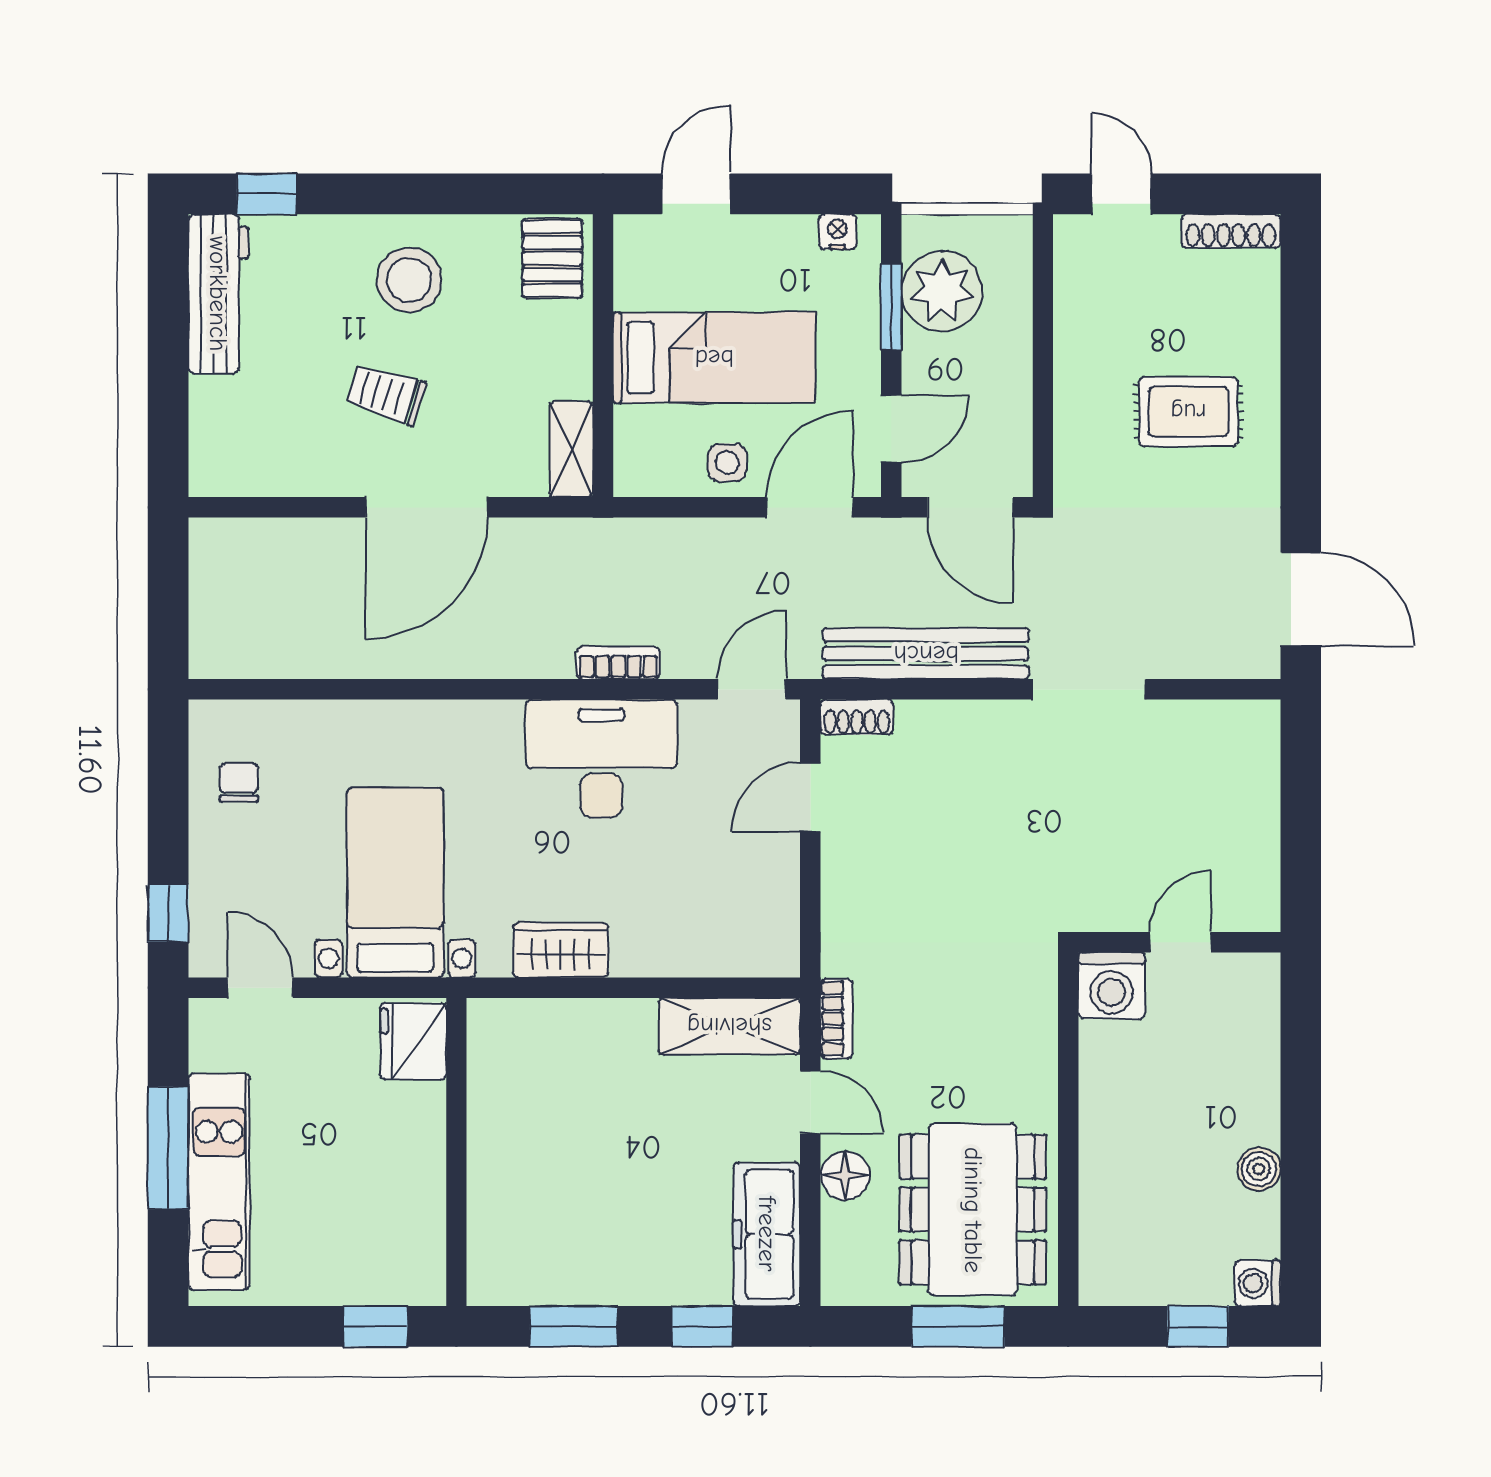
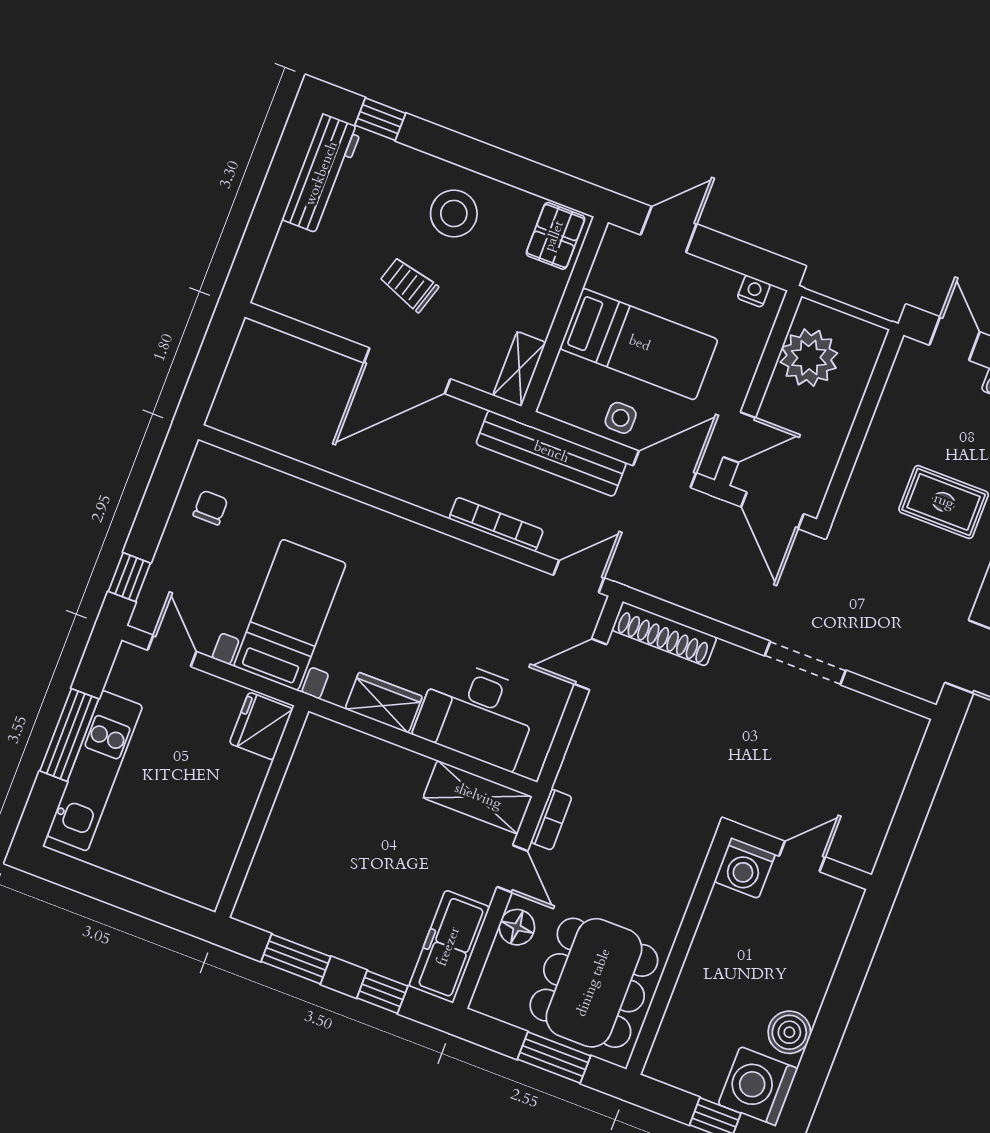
window: (891, 307) -> (771, 355), removed
bench: (926, 654) -> (551, 453), moved
bookcase: (618, 663) -> (496, 524), width x1.56
shoe rack: (857, 717) -> (664, 634), width x1.94, depth x1.24
desk: (601, 759) -> (477, 714), moved, turned 180
boiler: (1259, 1169) -> (789, 1032), width x1.36, depth x1.36
washing machine: (1258, 1283) -> (758, 1086), width x1.89, depth x1.89
window: (375, 1326) -> (163, 908), removed

